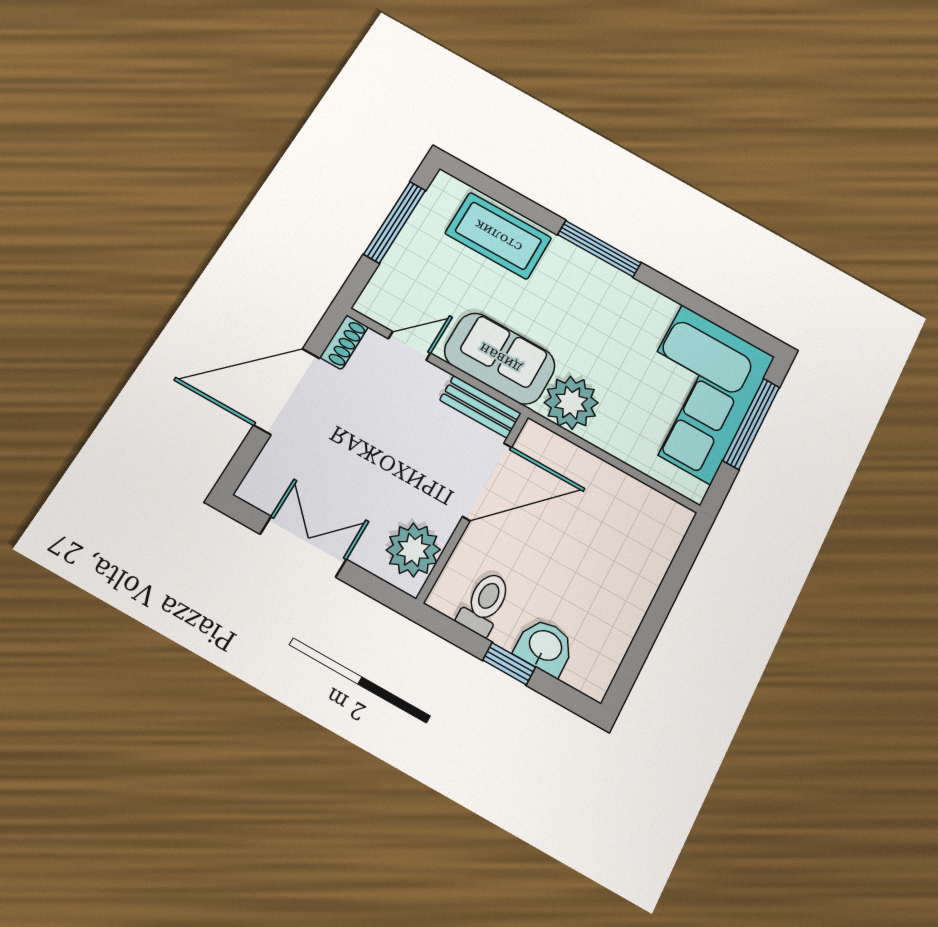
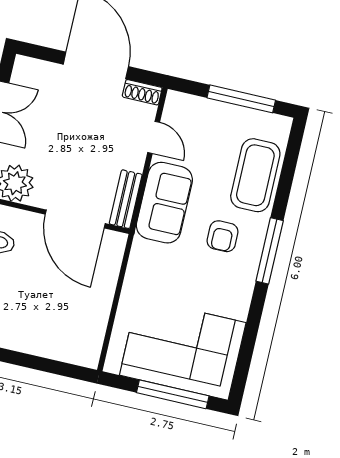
armchair: (565, 300) -> (223, 236), added
plant: (571, 403) -> (148, 261), removed

